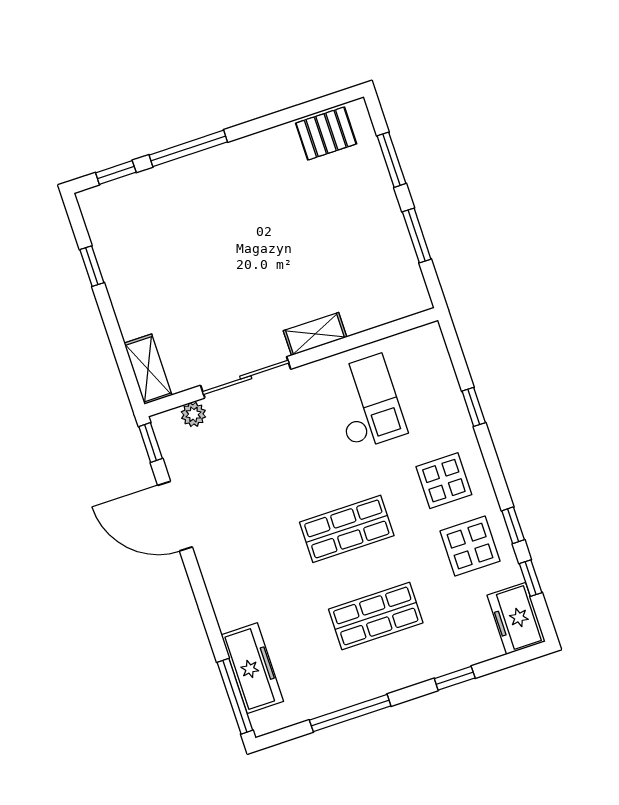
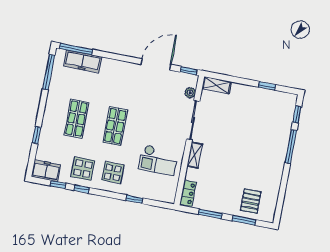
pallet: (326, 133) -> (251, 201), moved
locker: (400, 304) -> (188, 193), added
window: (350, 713) -> (49, 72), moved

